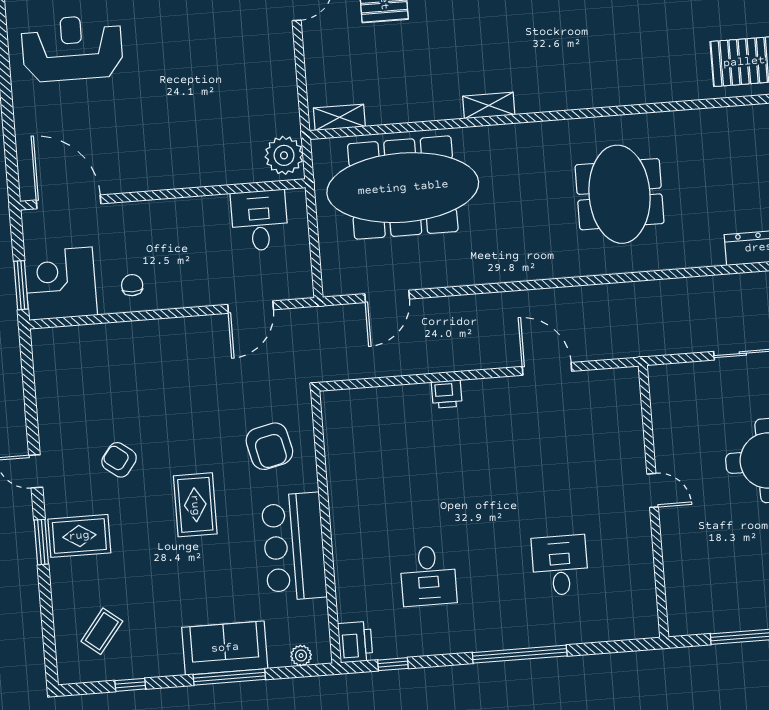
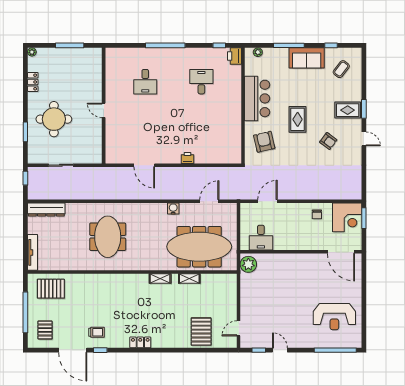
shelving: (339, 117) -> (189, 279), moved
water cooler: (471, 273) -> (173, 208), added
sofa: (225, 648) -> (307, 58), moved

